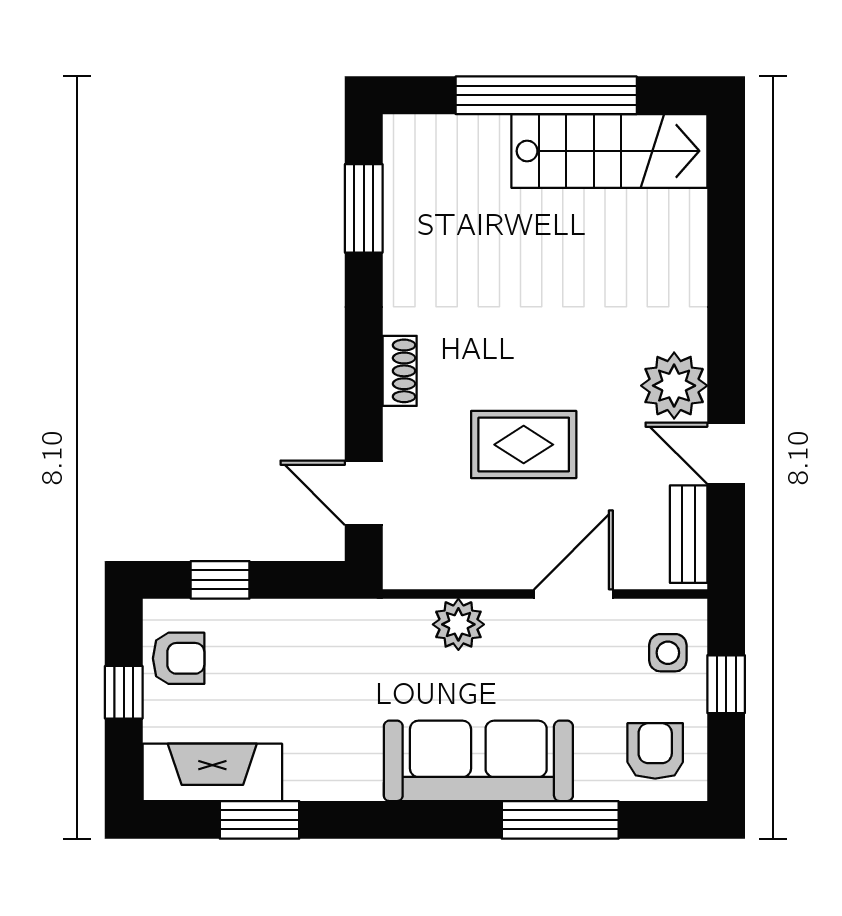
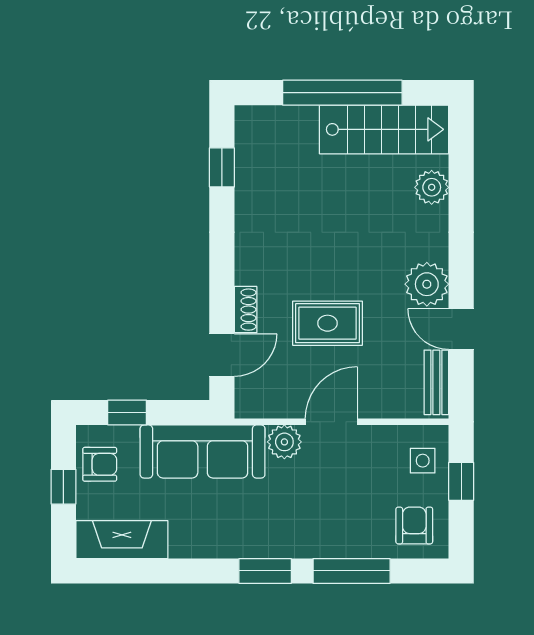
window: (364, 208) -> (222, 167), width x0.67
plant: (682, 239) -> (432, 187), added
shoe rack: (400, 371) -> (246, 310), moved
door: (364, 493) -> (222, 355), swing flipped
door: (574, 594) -> (331, 422), moved
sofa: (478, 761) -> (203, 451), moved, turned 180
window: (259, 820) -> (265, 571), moved

